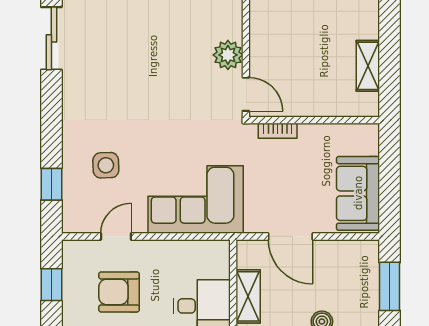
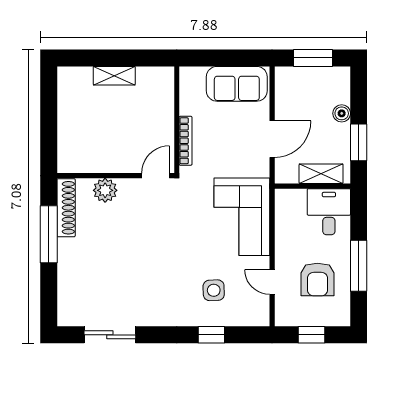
plant: (228, 55) -> (105, 190), moved
shelving: (368, 66) -> (114, 76), moved
bookcase: (278, 131) -> (186, 141), width x1.56
window: (51, 184) -> (211, 335), moved

